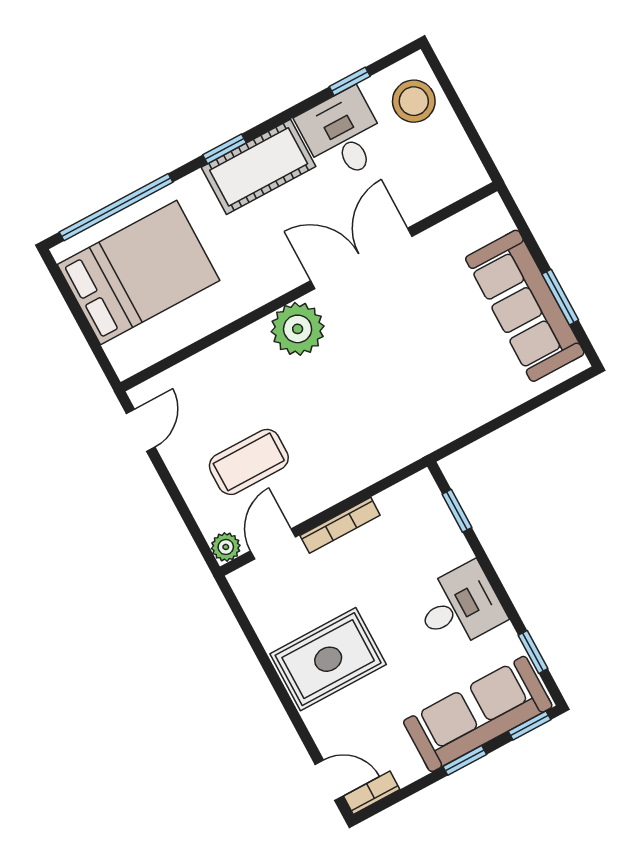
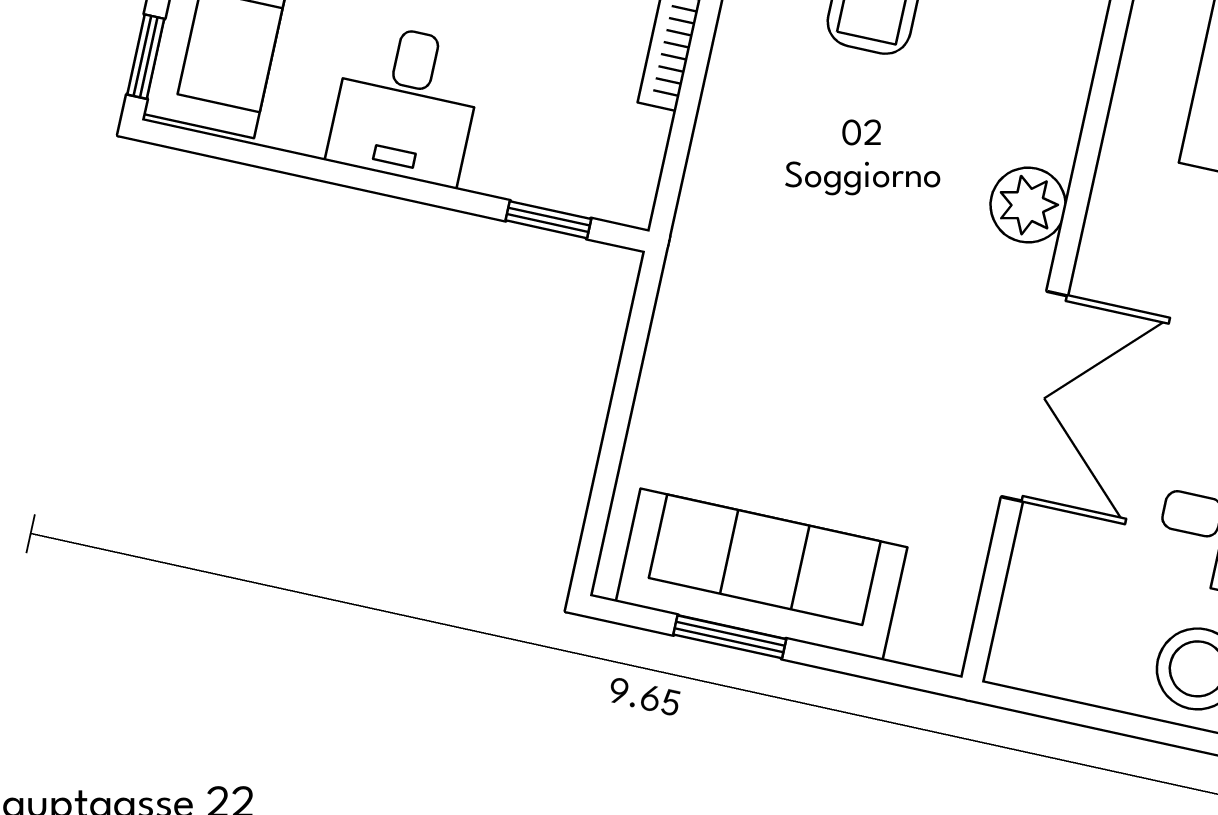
plant: (298, 329) -> (1028, 205), width x0.73, depth x0.73
window: (533, 652) -> (248, 154), removed

